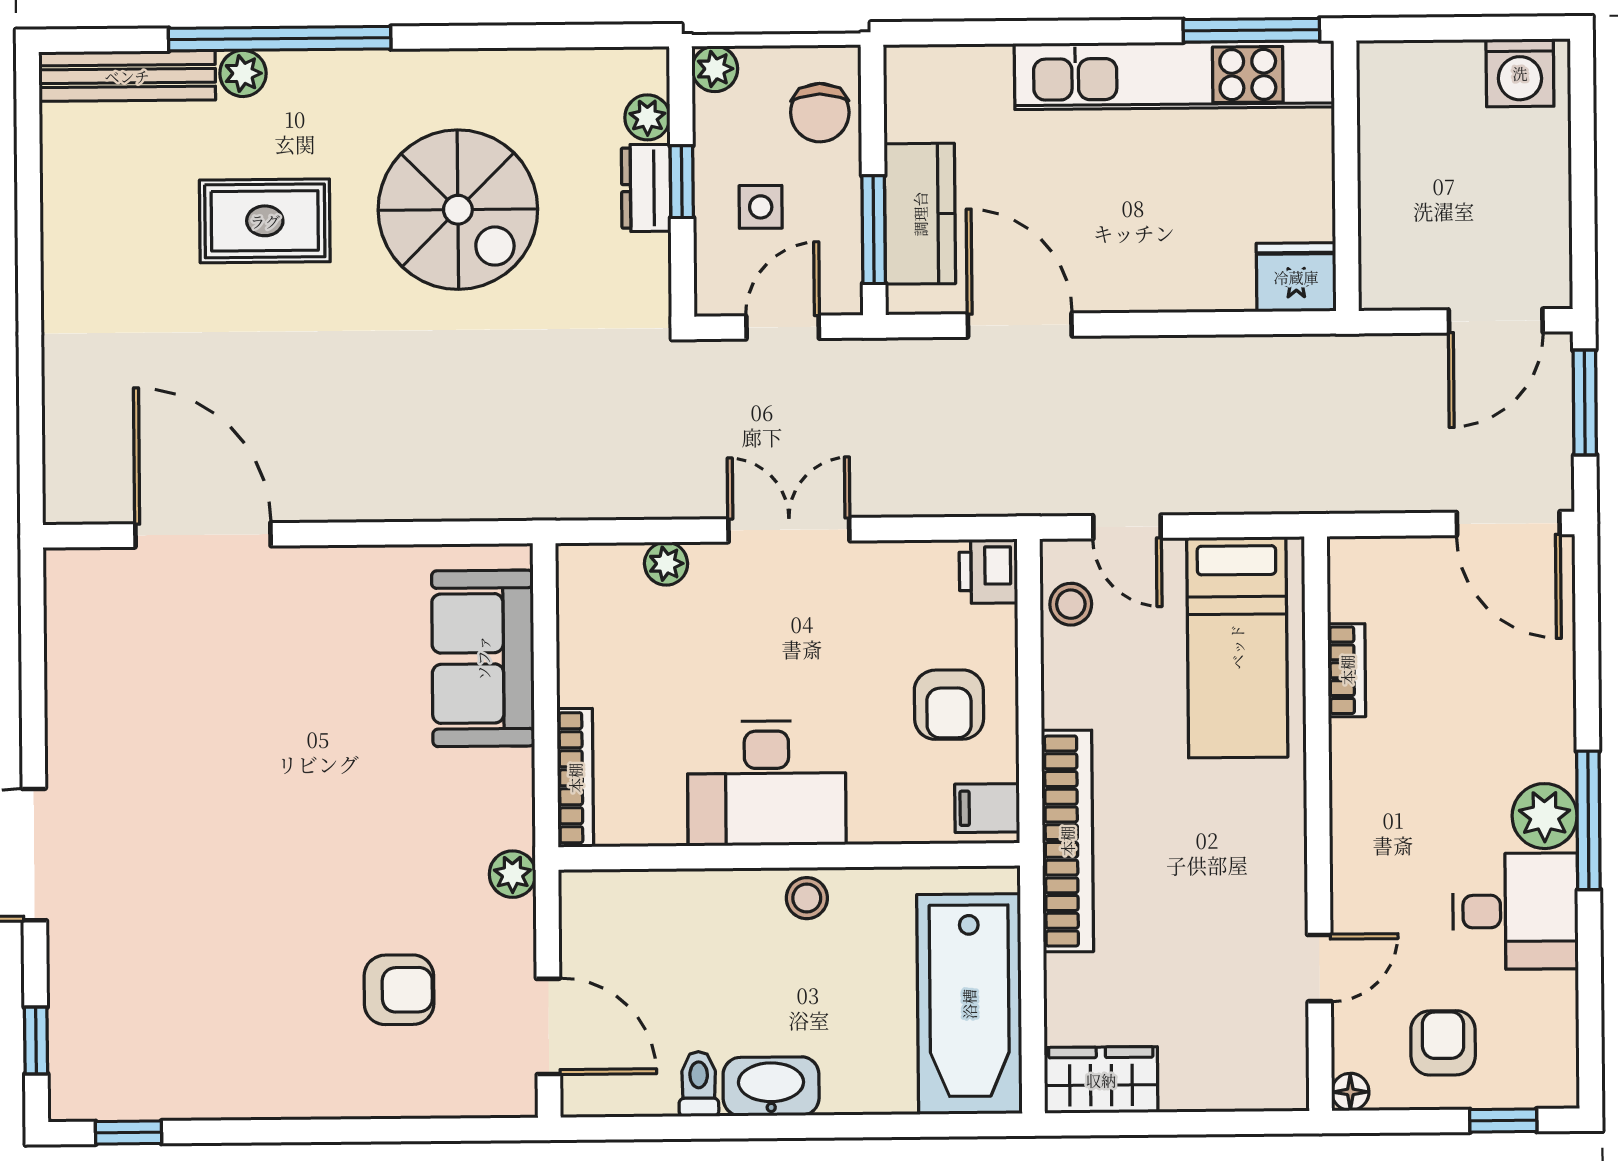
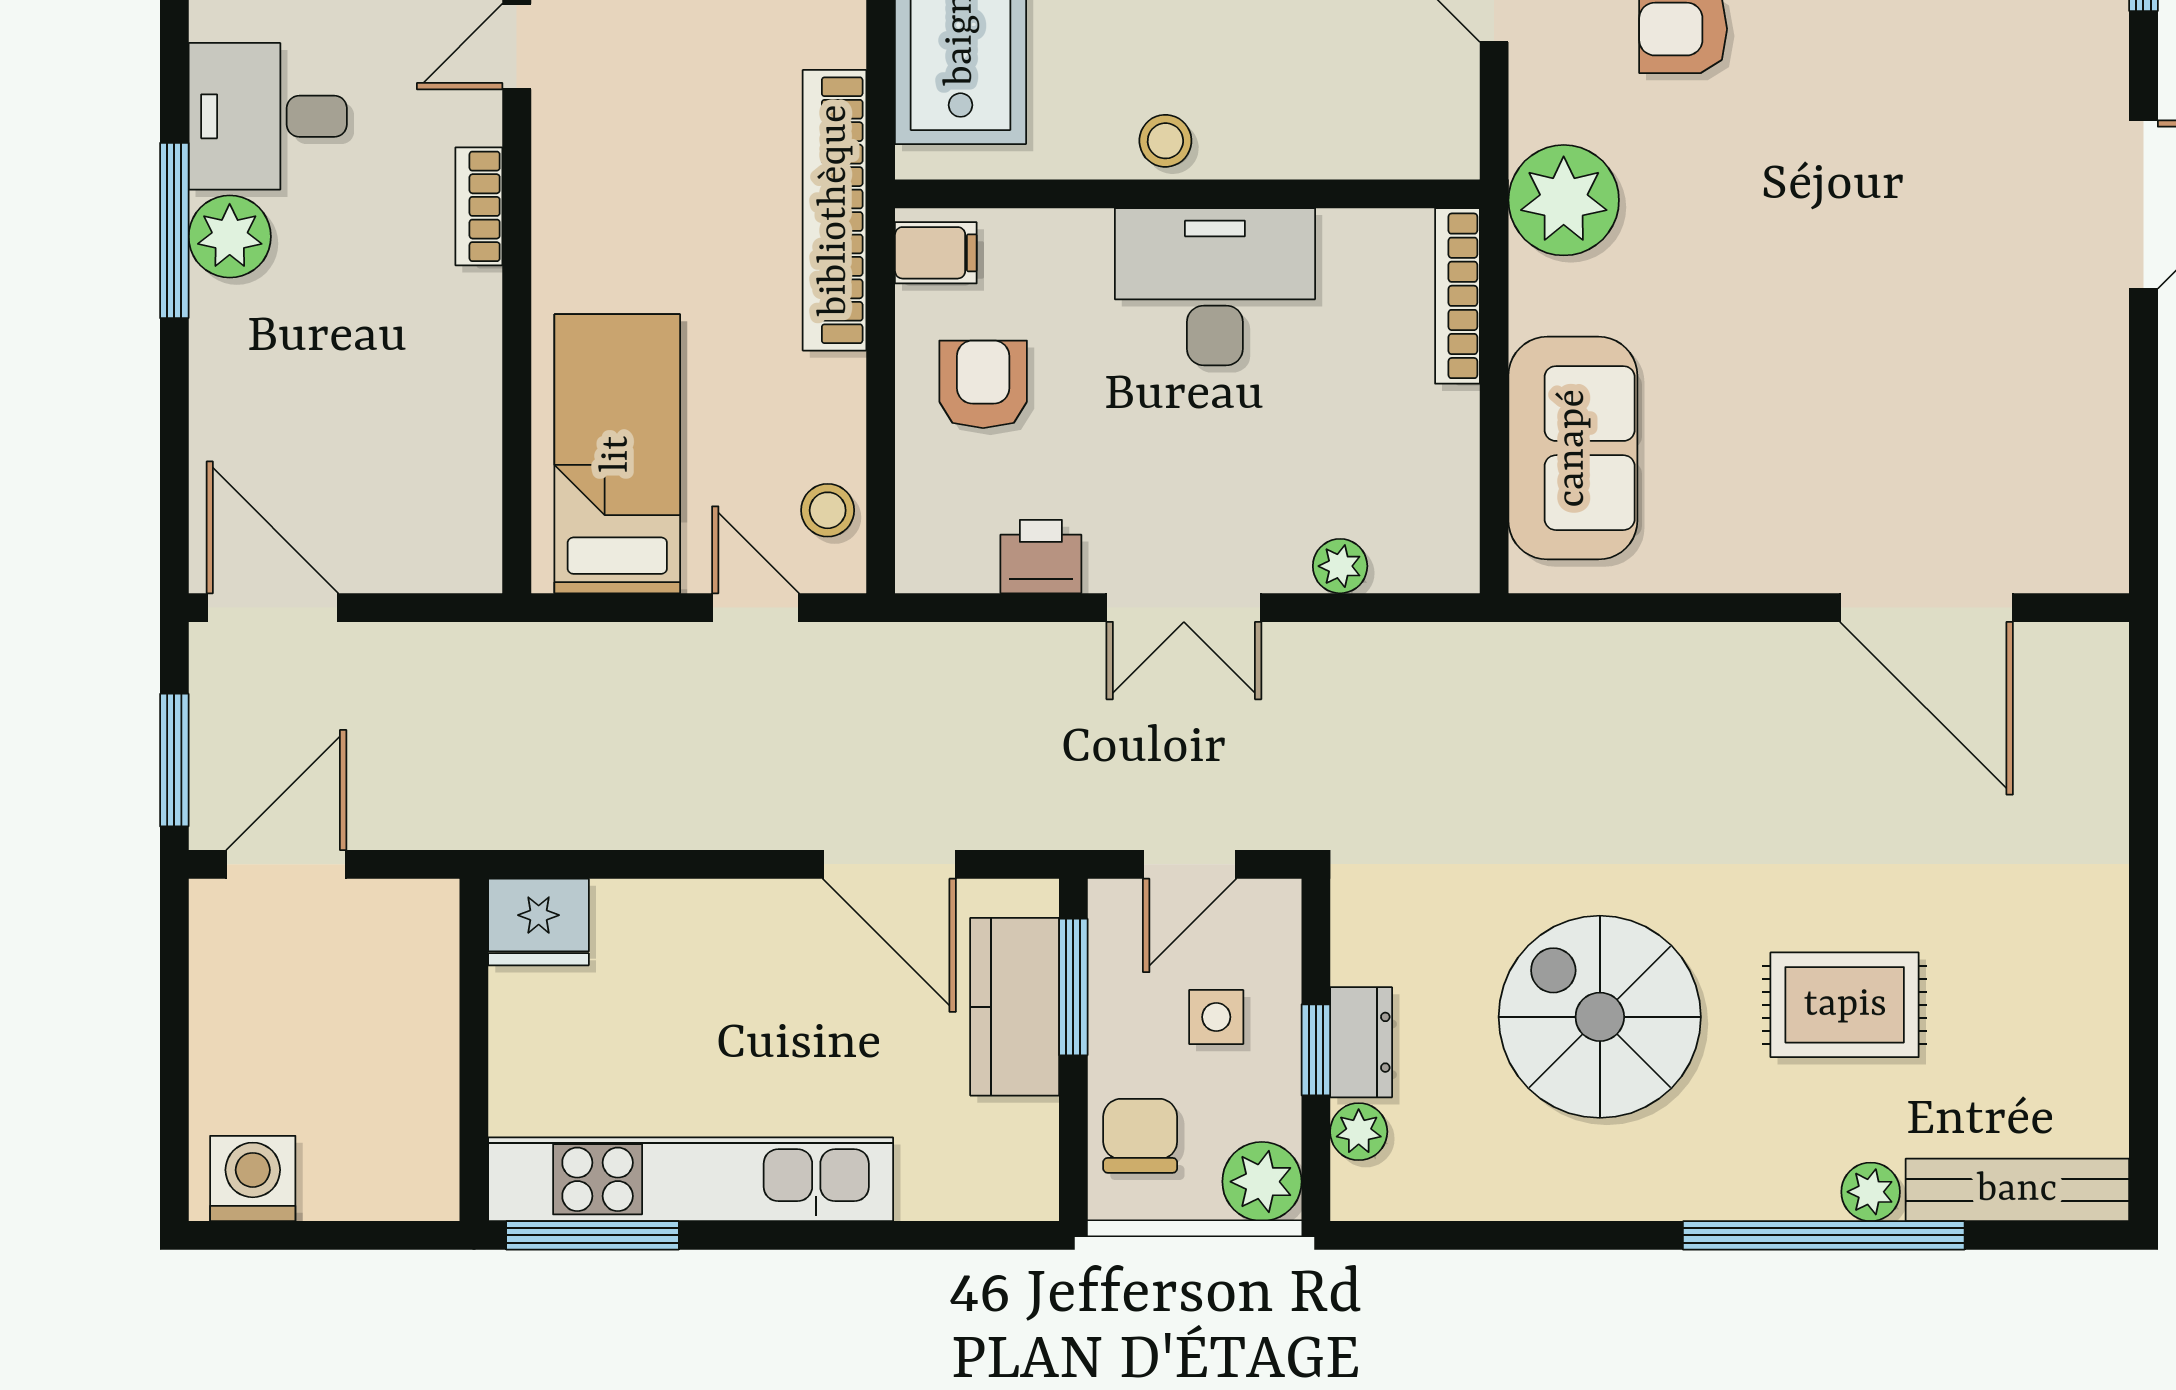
plant: (715, 69) -> (1262, 1182), width x1.38, depth x1.38
printer: (988, 571) -> (1041, 557), moved, turned -90
bookcase: (1347, 670) -> (479, 206), moved
plant: (513, 874) -> (1564, 200), width x1.87, depth x1.87

